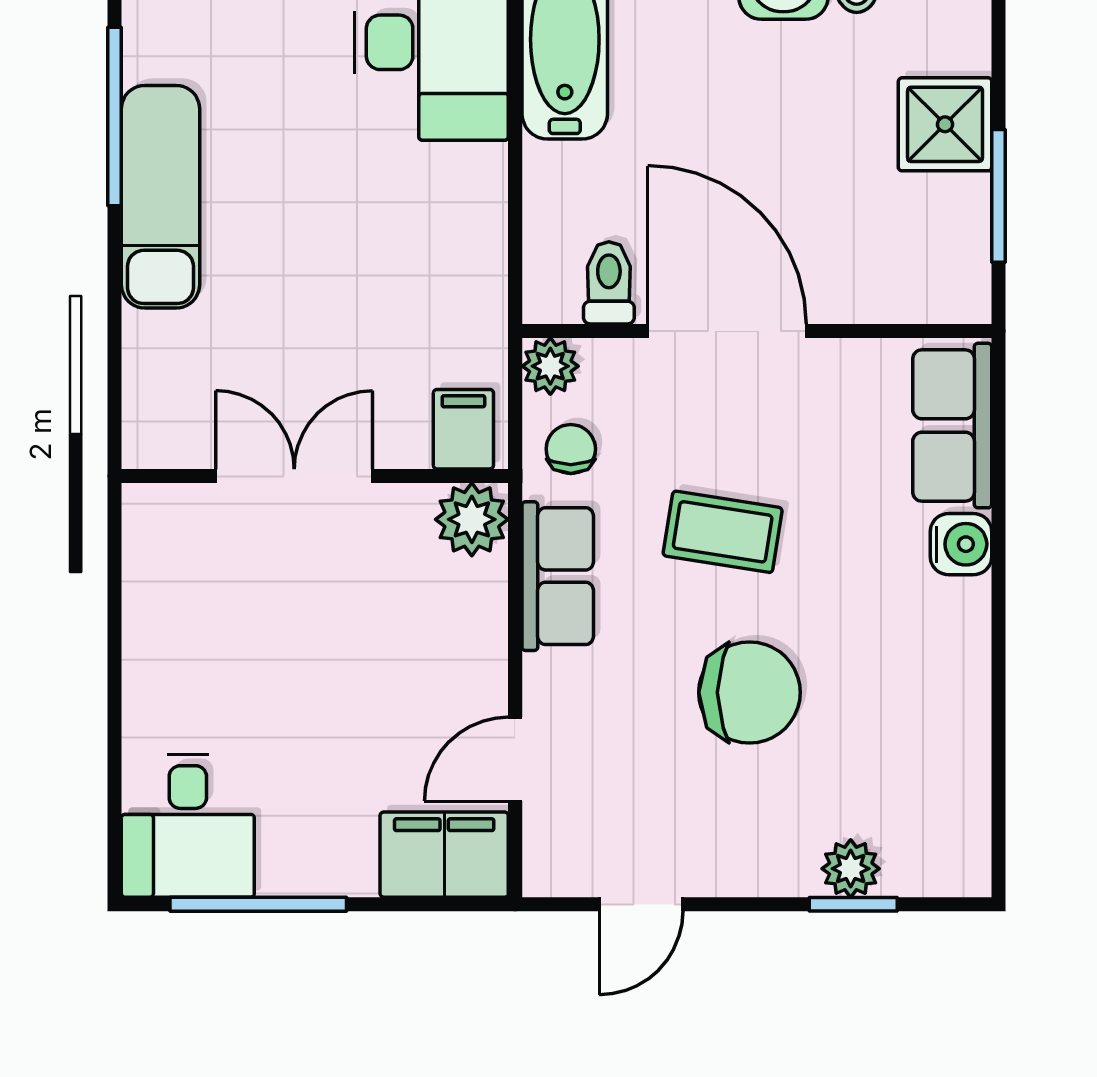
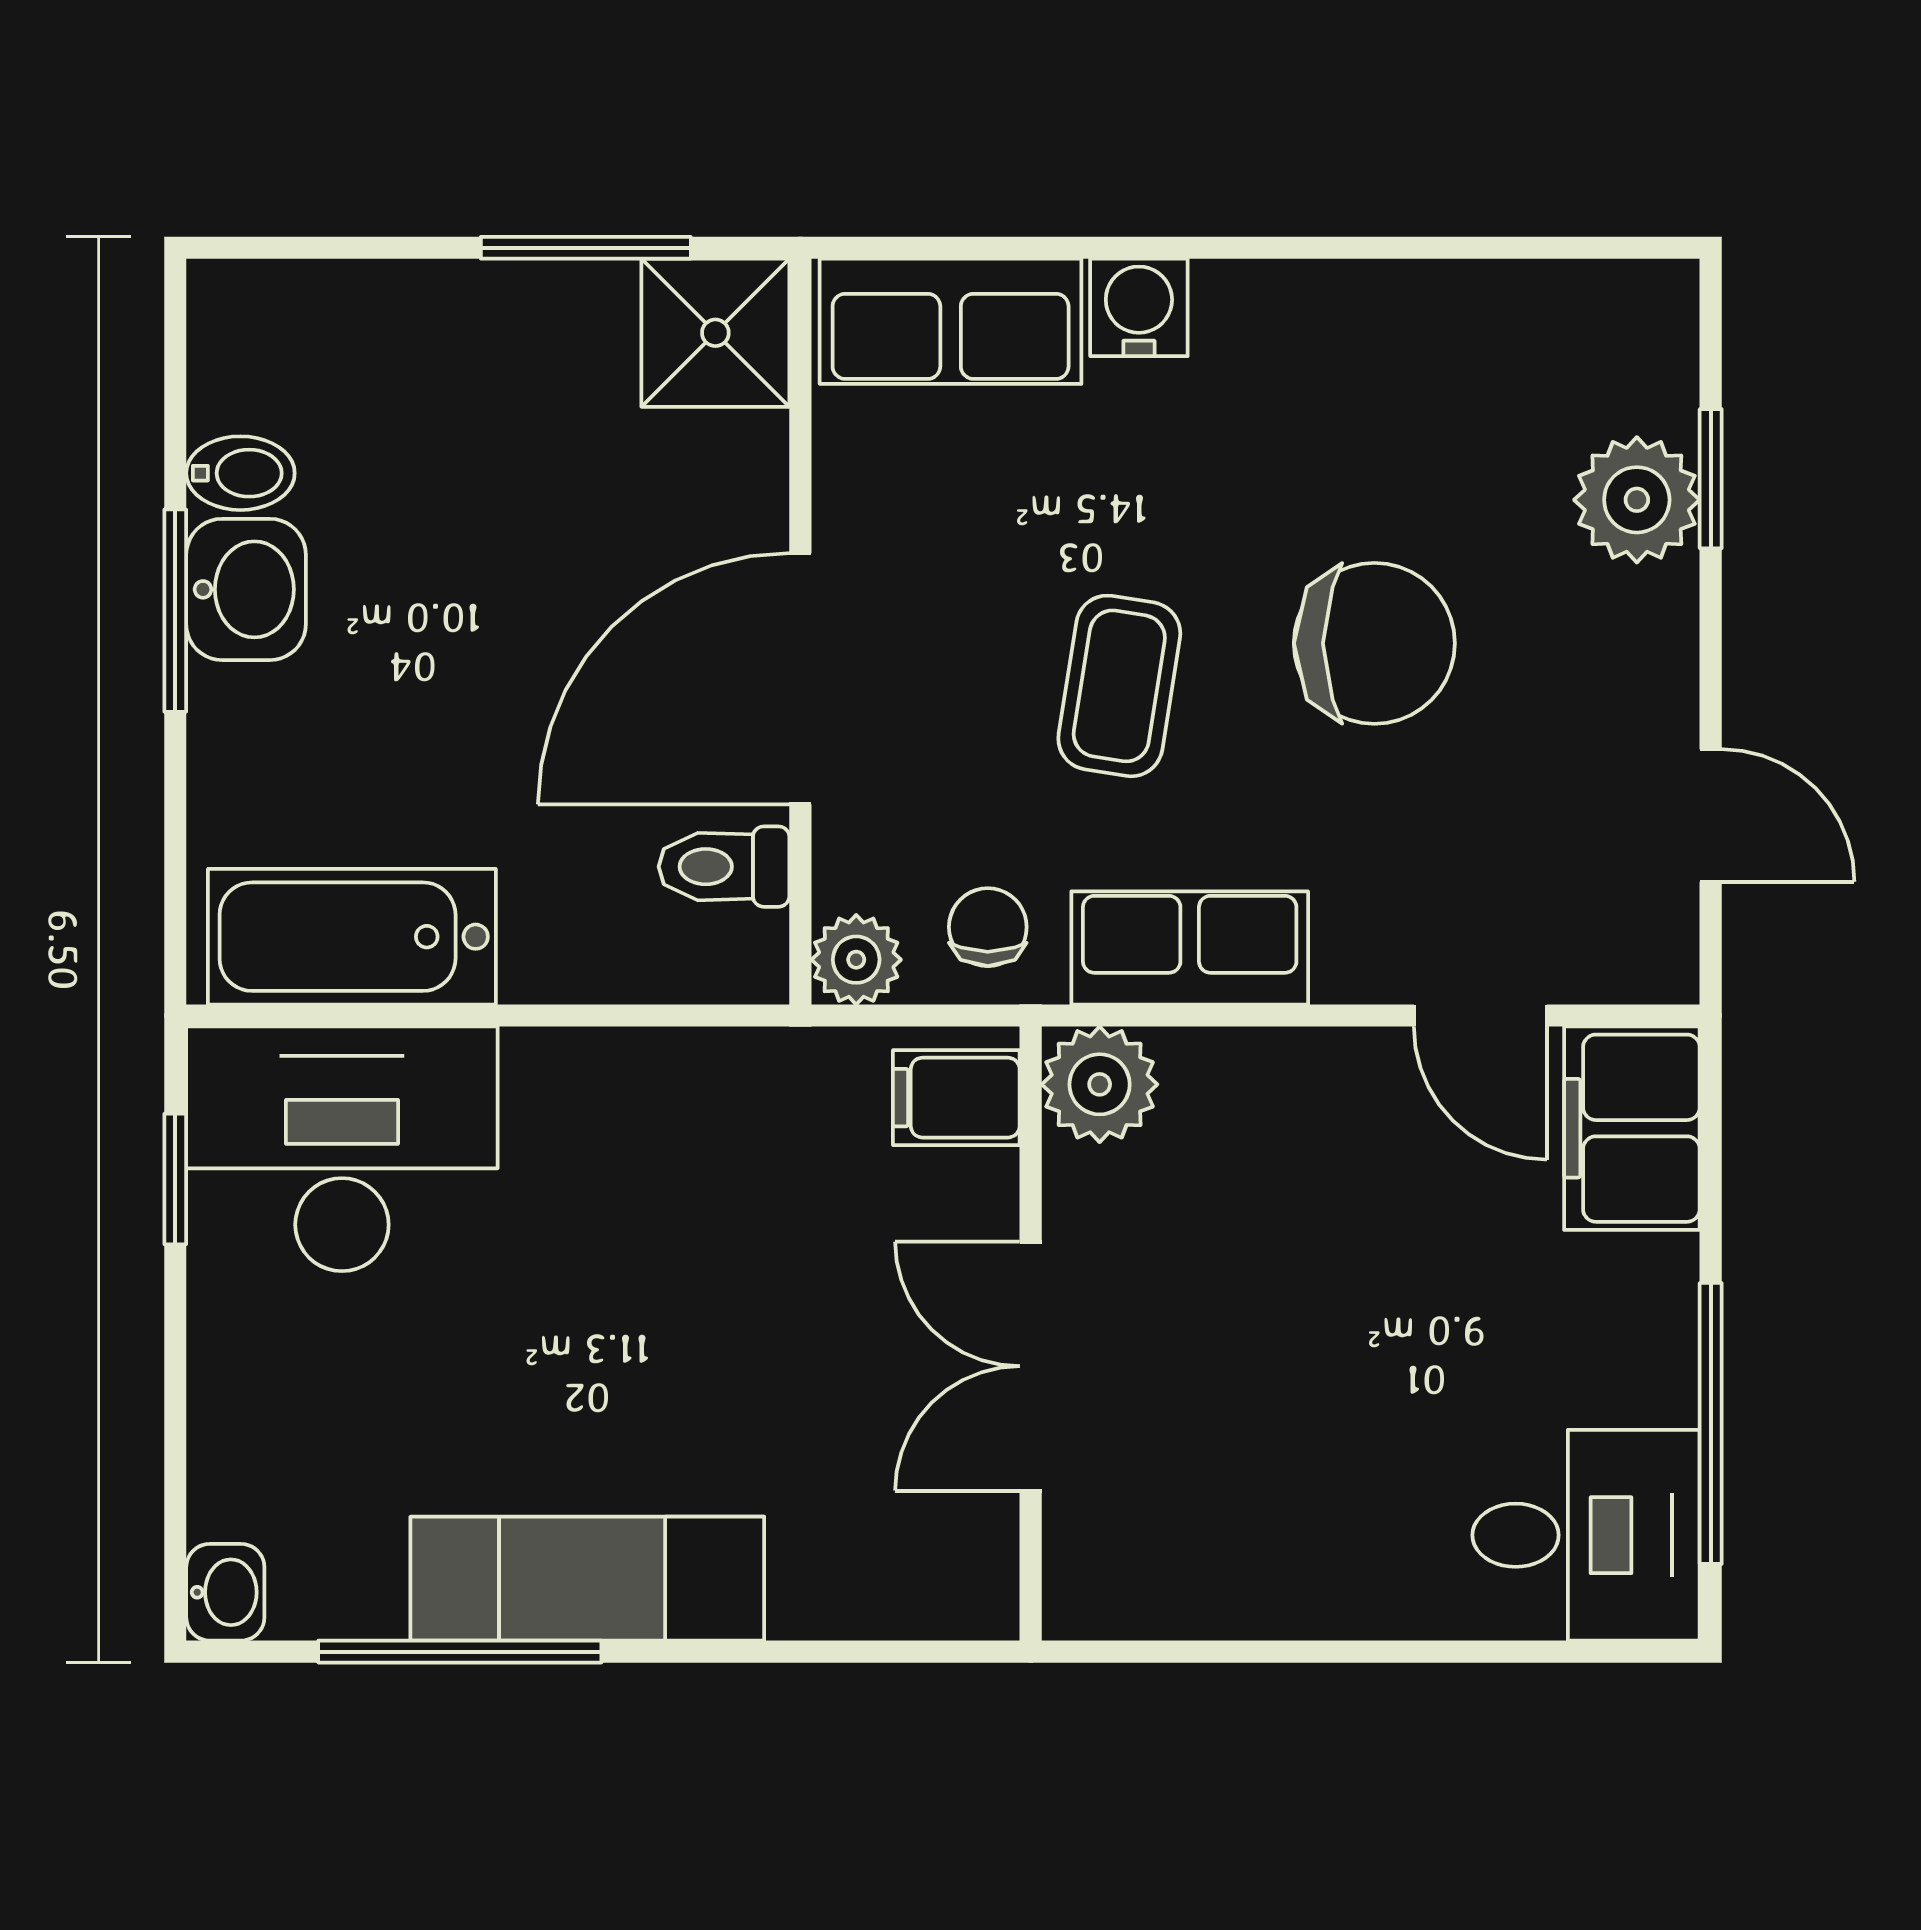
shower: (945, 124) -> (715, 333), moved
chair: (571, 449) -> (988, 927), turned 90
chair: (749, 692) -> (1374, 643), turned 90
plant: (851, 869) -> (1637, 500), width x1.38, depth x1.38

